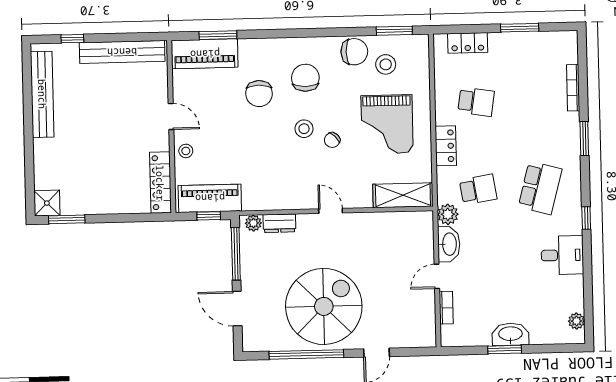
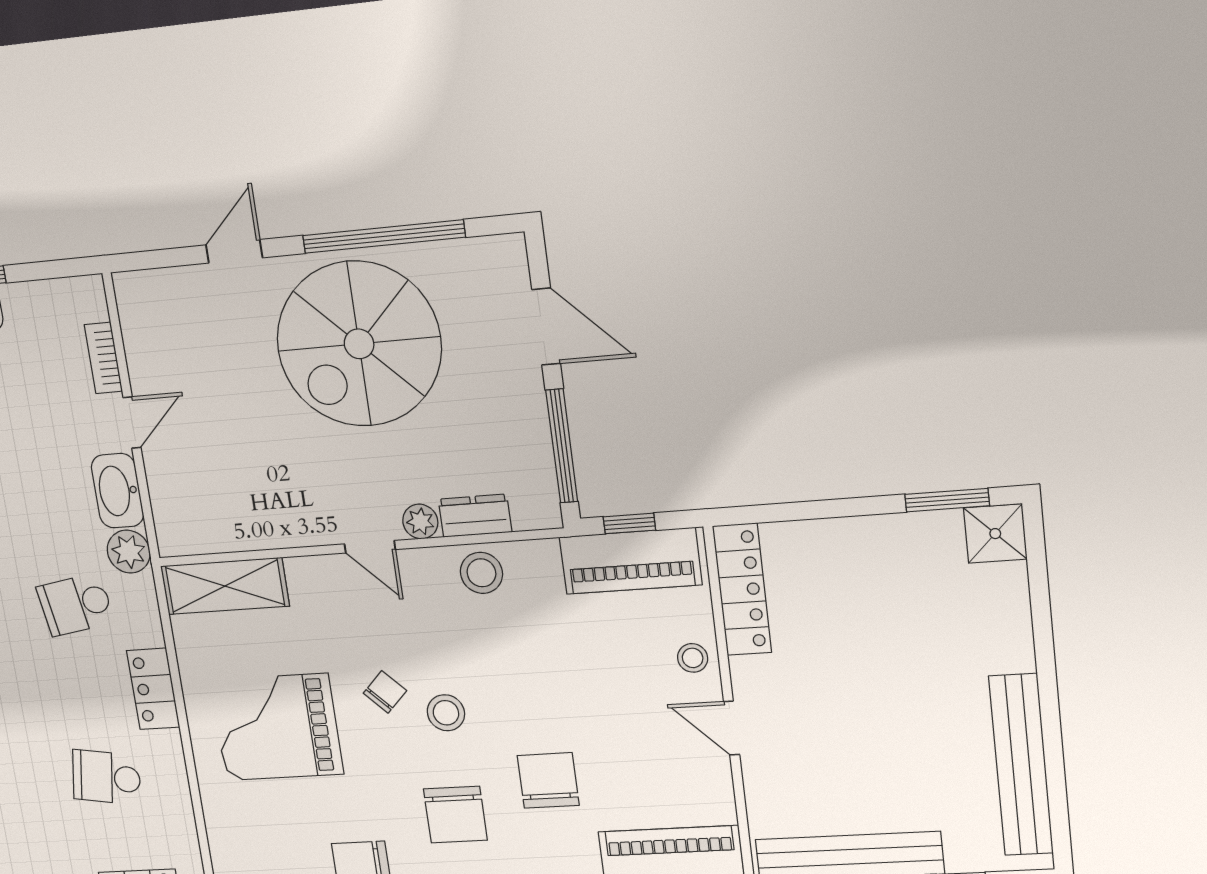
stool: (386, 64) -> (481, 573), moved
grand piano: (387, 124) -> (277, 727), turned -90
plant: (253, 223) -> (420, 521), moved

